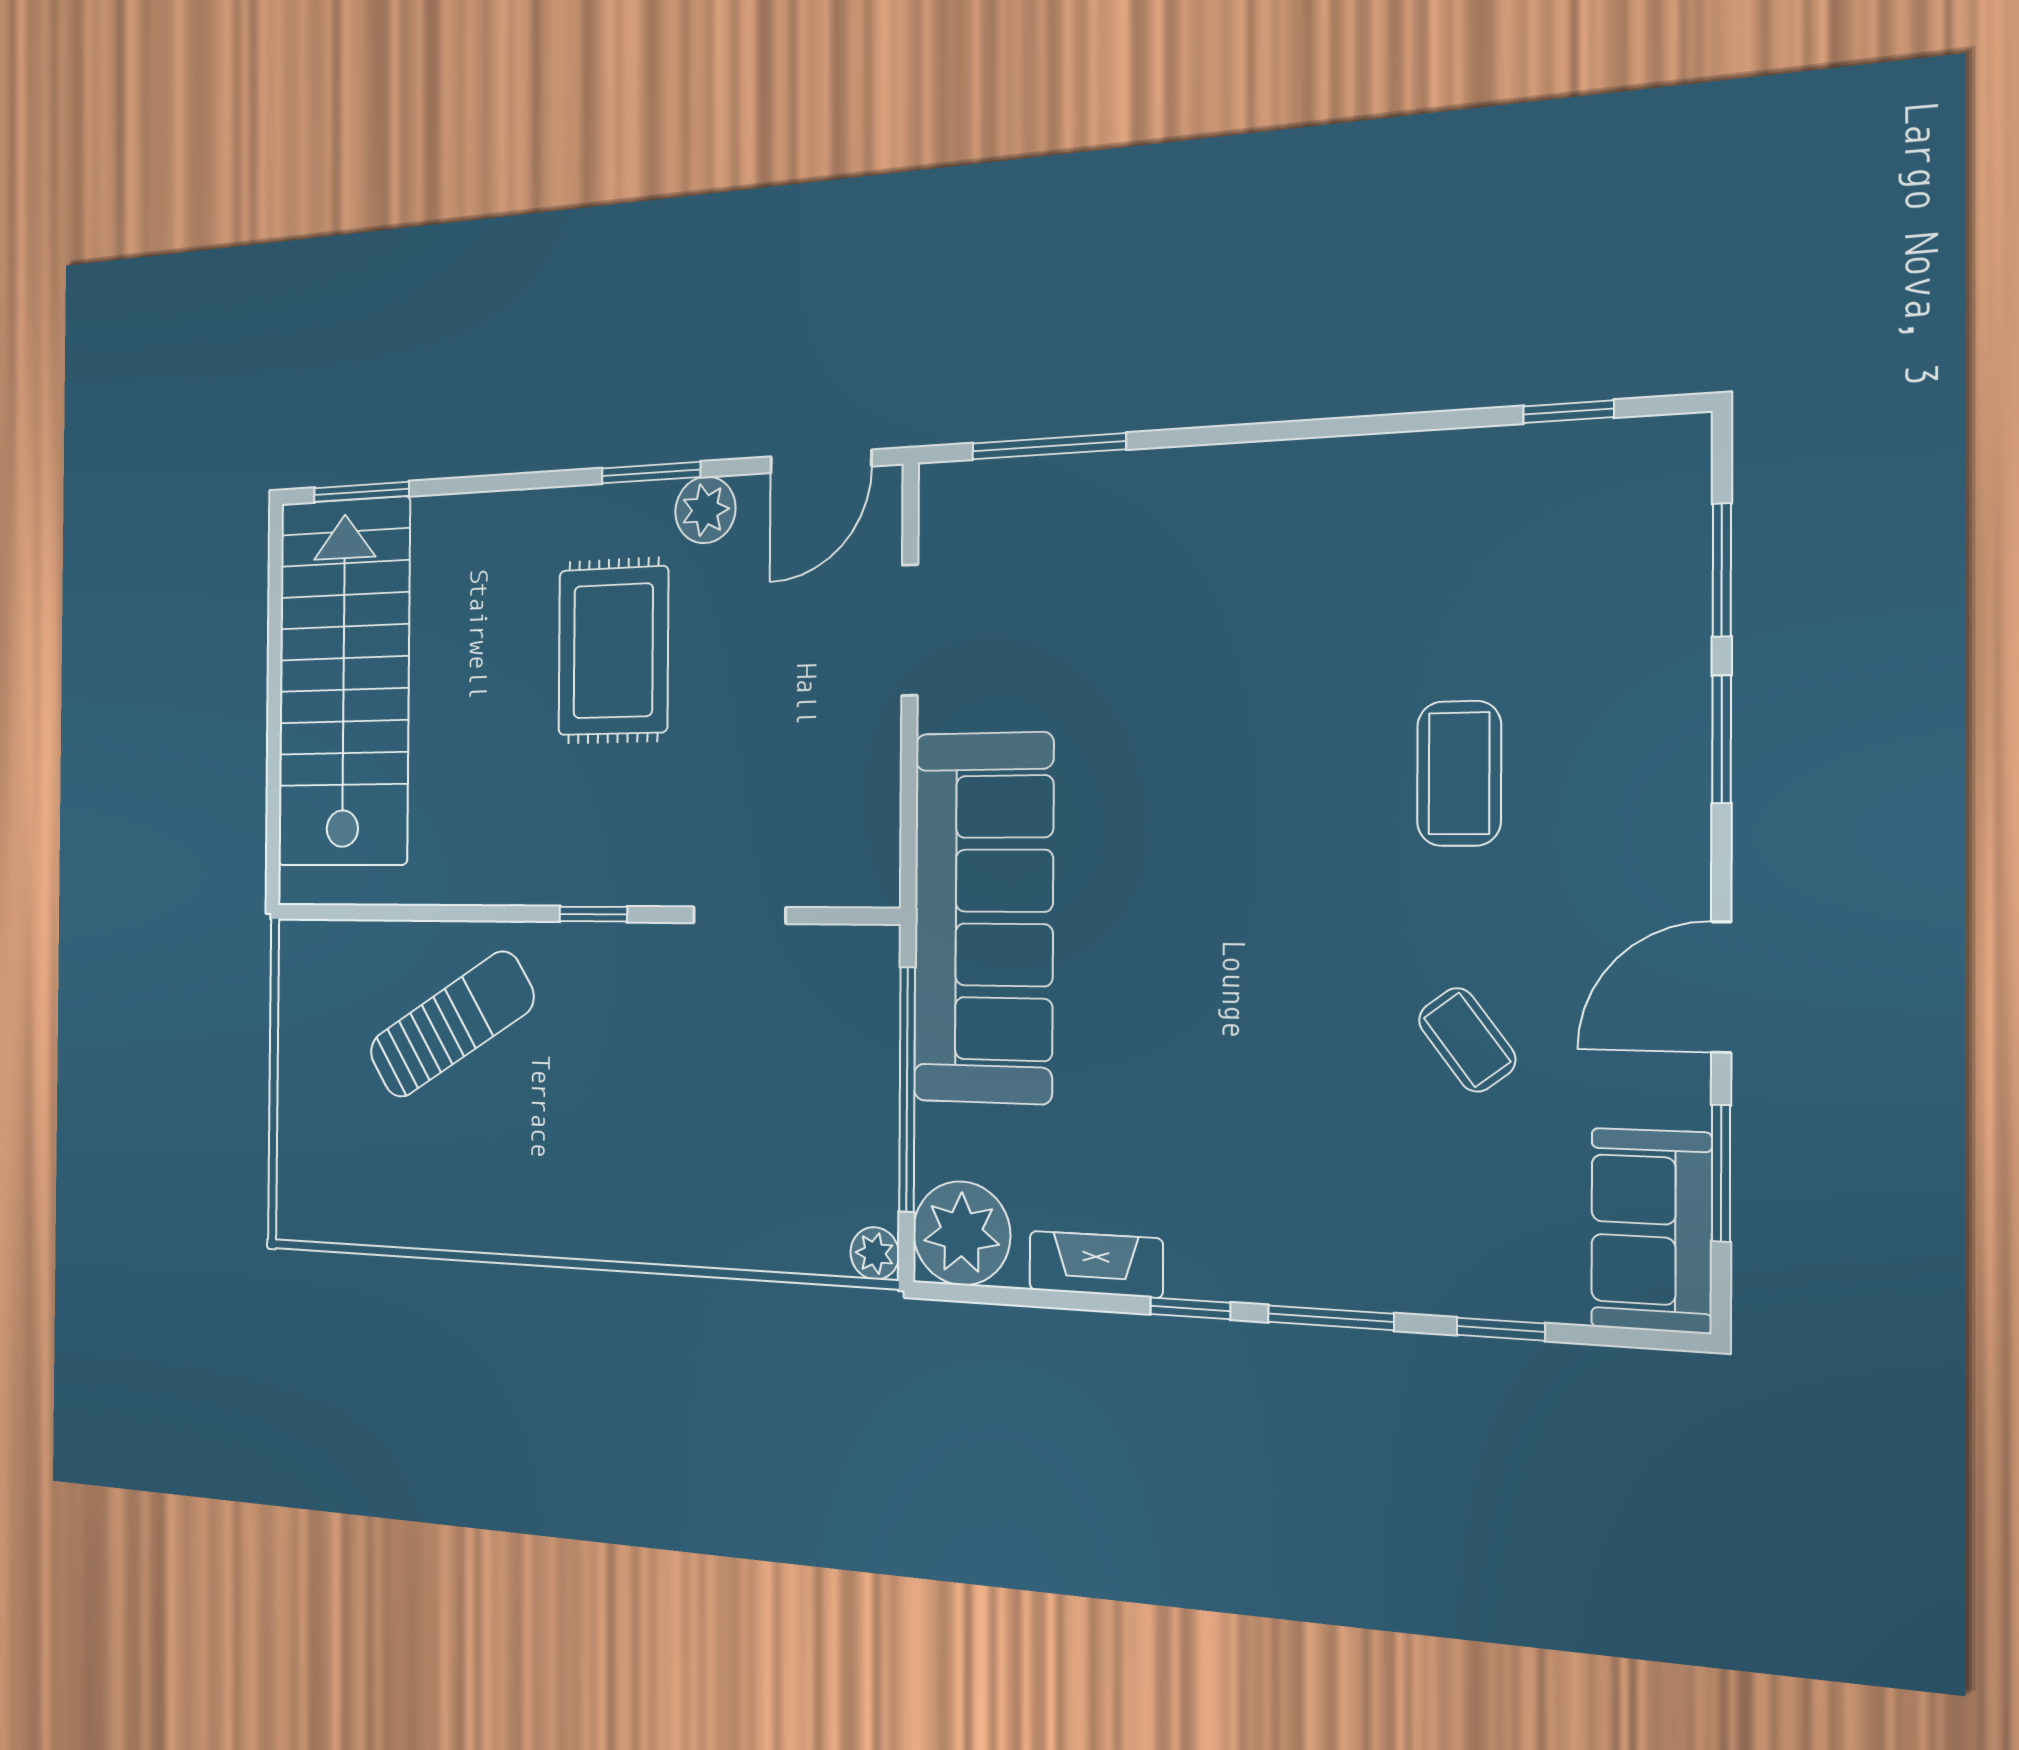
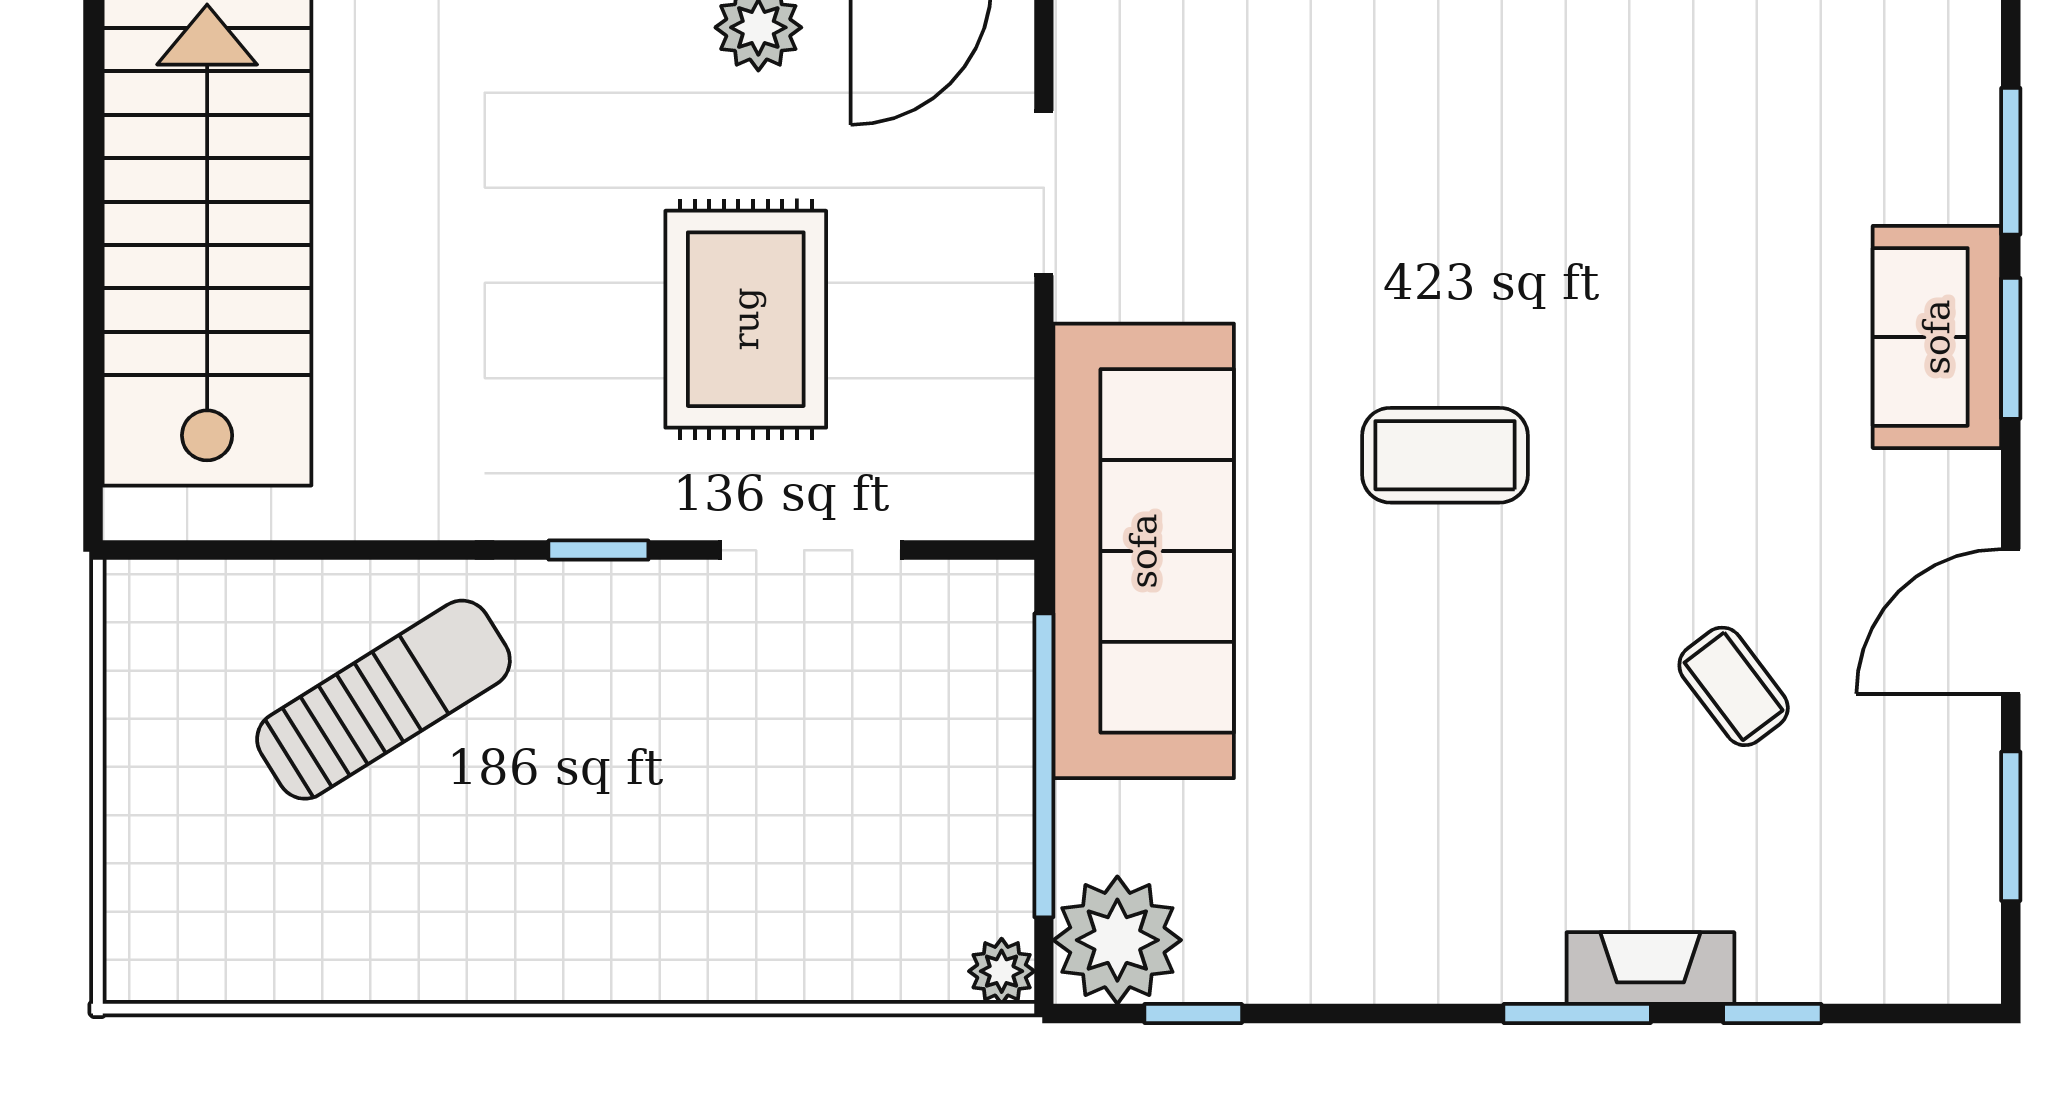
rug: (613, 651) -> (746, 319), moved
coffee table: (1459, 773) -> (1445, 455), moved, turned 90
doorway: (739, 915) -> (811, 550), width x1.38
sofa: (1651, 1230) -> (1937, 337), moved
fireplace: (1096, 1264) -> (1650, 968), moved
window: (1190, 1308) -> (1193, 1013), moved

